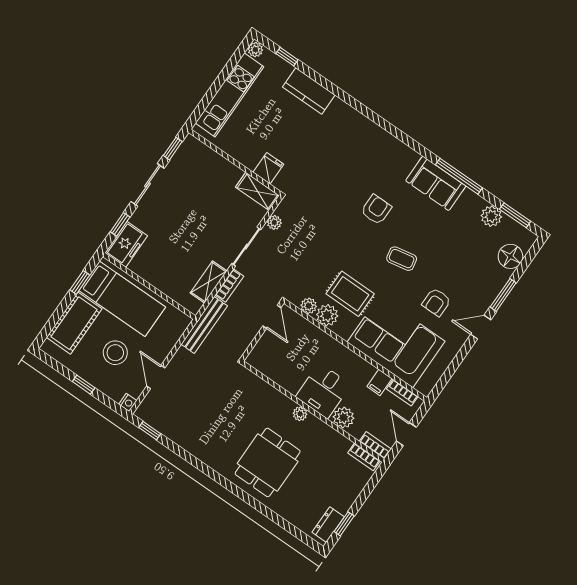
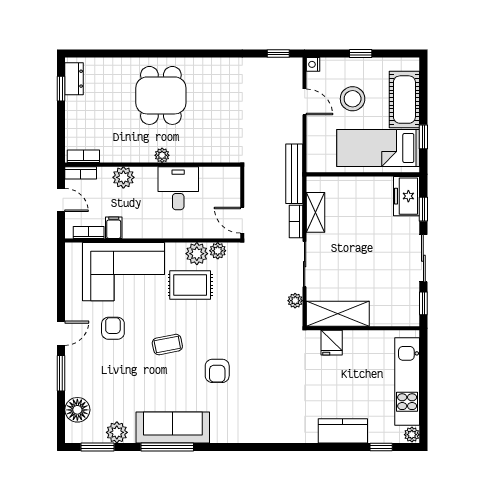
sofa: (436, 183) -> (173, 428), width x1.36
shelving: (257, 191) -> (338, 314), width x1.50, depth x1.33
desk: (323, 391) -> (178, 188), moved

